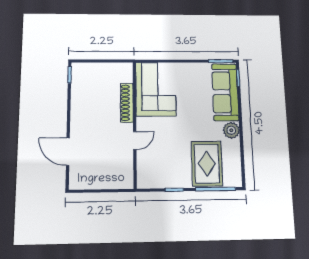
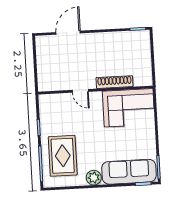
rug: (207, 164) -> (63, 156), turned 90

